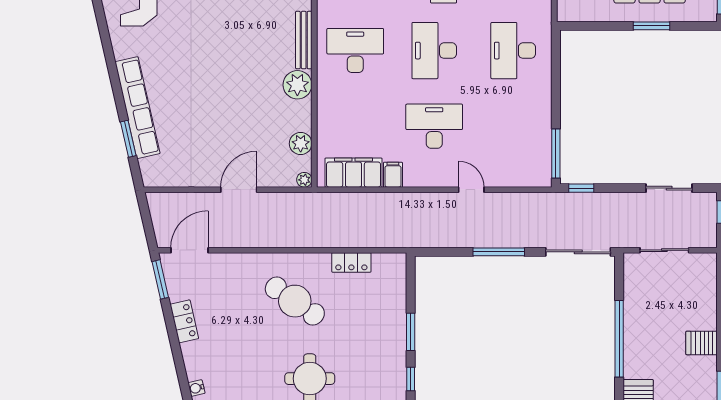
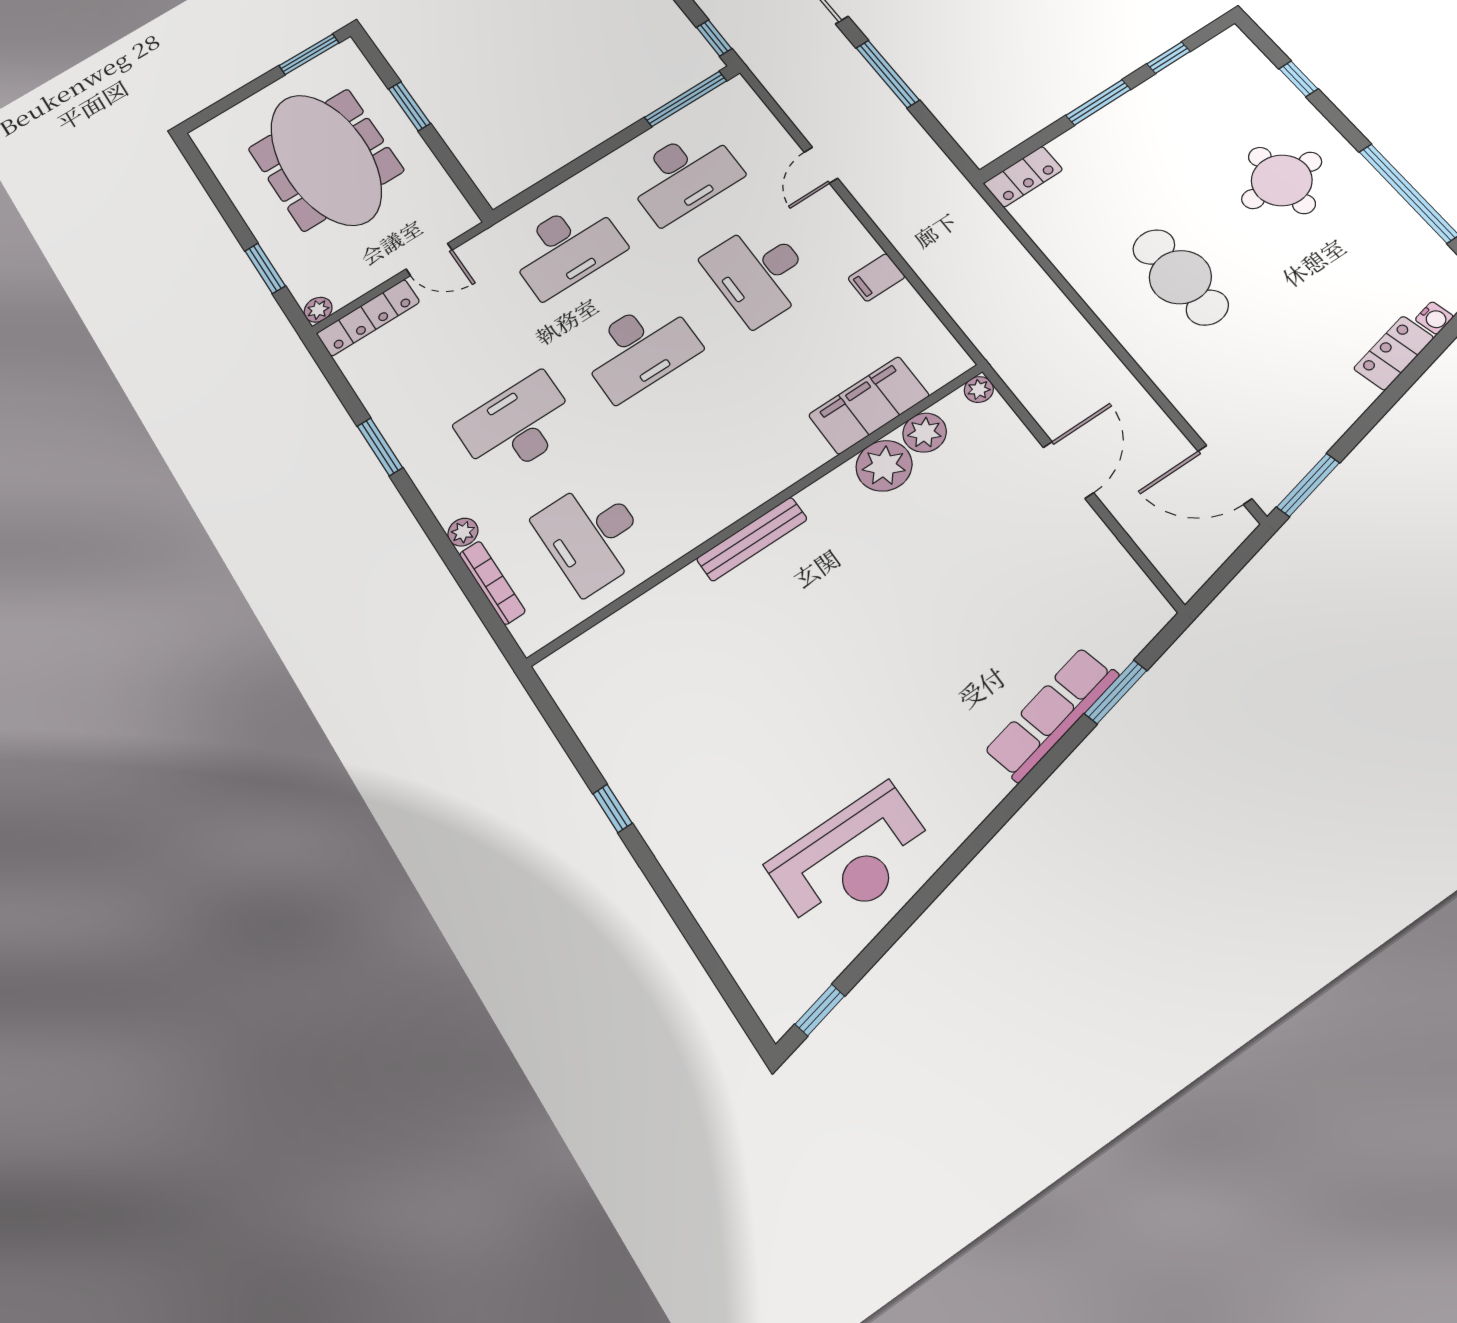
desk: (355, 51) -> (683, 175), moved, turned -90
plant: (297, 85) -> (884, 466), moved
row of seats: (137, 108) -> (1051, 714), width x0.73
filing cabinet: (354, 173) -> (869, 405), moved, turned 90
door: (239, 190) -> (1068, 470), swing flipped
locker: (351, 262) -> (1023, 177), moved, turned 90
cafe table: (295, 301) -> (1180, 277), turned -35
locker: (184, 321) -> (1394, 353), moved

